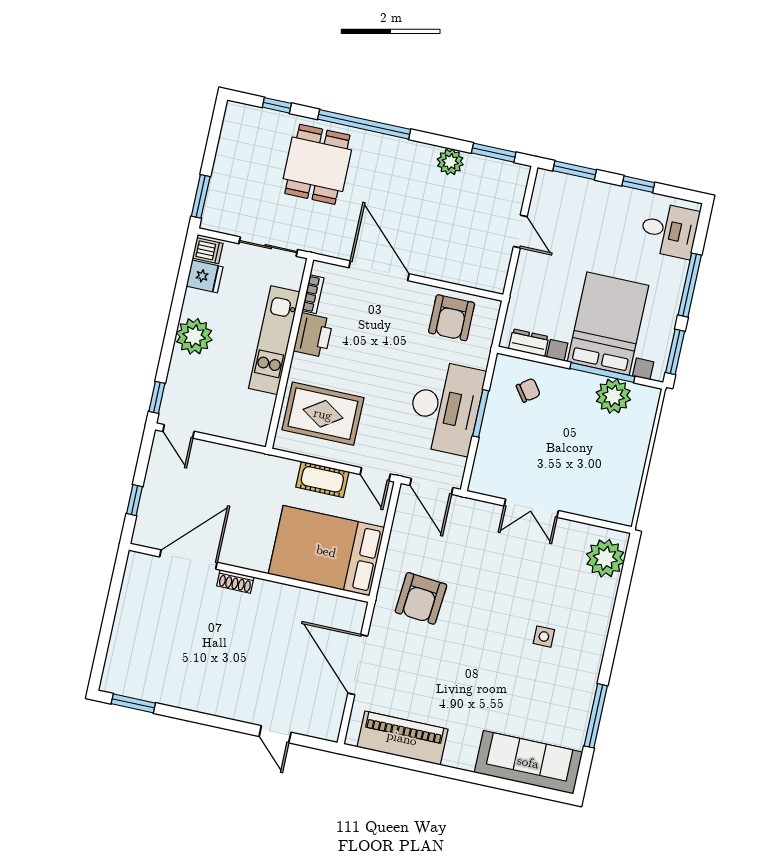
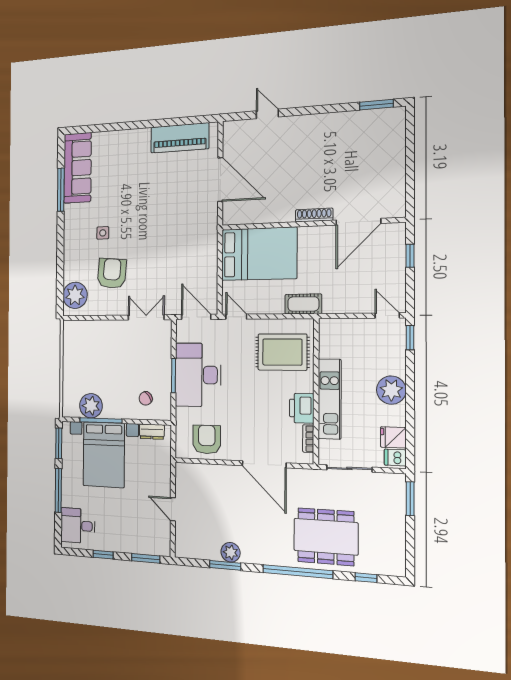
window: (494, 153) -> (225, 565), moved
dining table: (317, 164) -> (326, 537), width x1.37
cot: (322, 479) -> (303, 304), moved
double door: (531, 508) -> (146, 317), moved
shoe rack: (235, 581) -> (314, 215), width x1.43
armchair: (421, 598) -> (112, 273), moved
sofa: (528, 762) -> (77, 168), moved, turned -90

